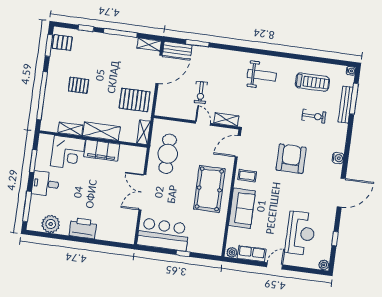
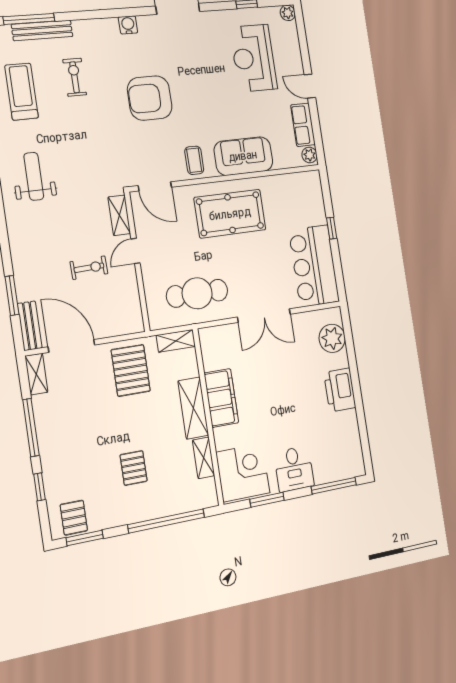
corner desk: (68, 153) -> (243, 473), moved
plant: (51, 224) -> (332, 338), moved
reception desk: (301, 233) -> (254, 58), turned -90

